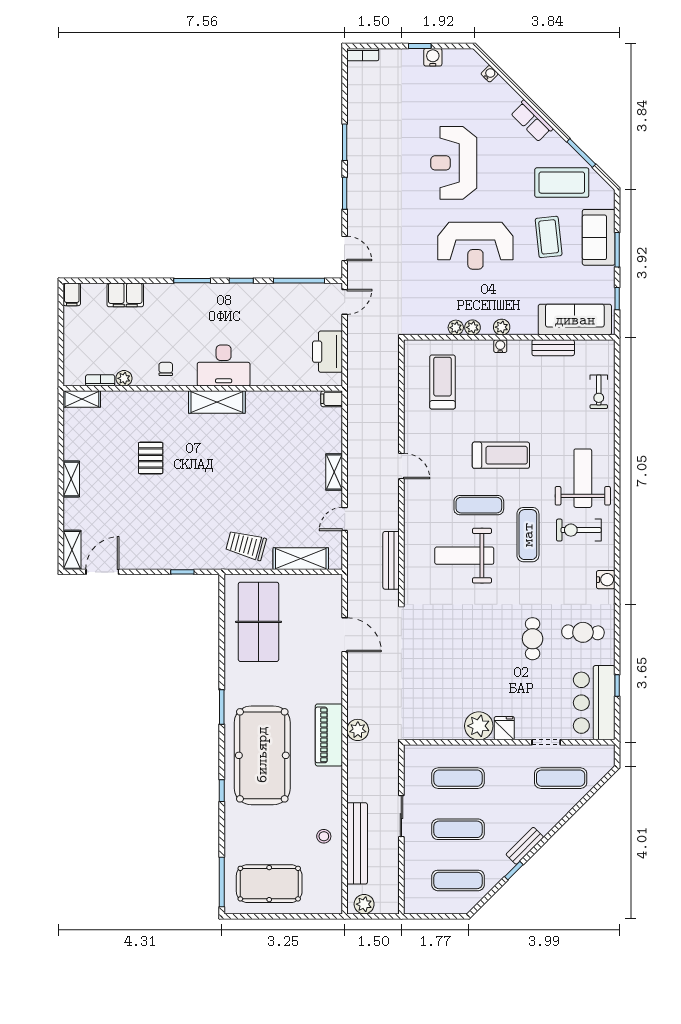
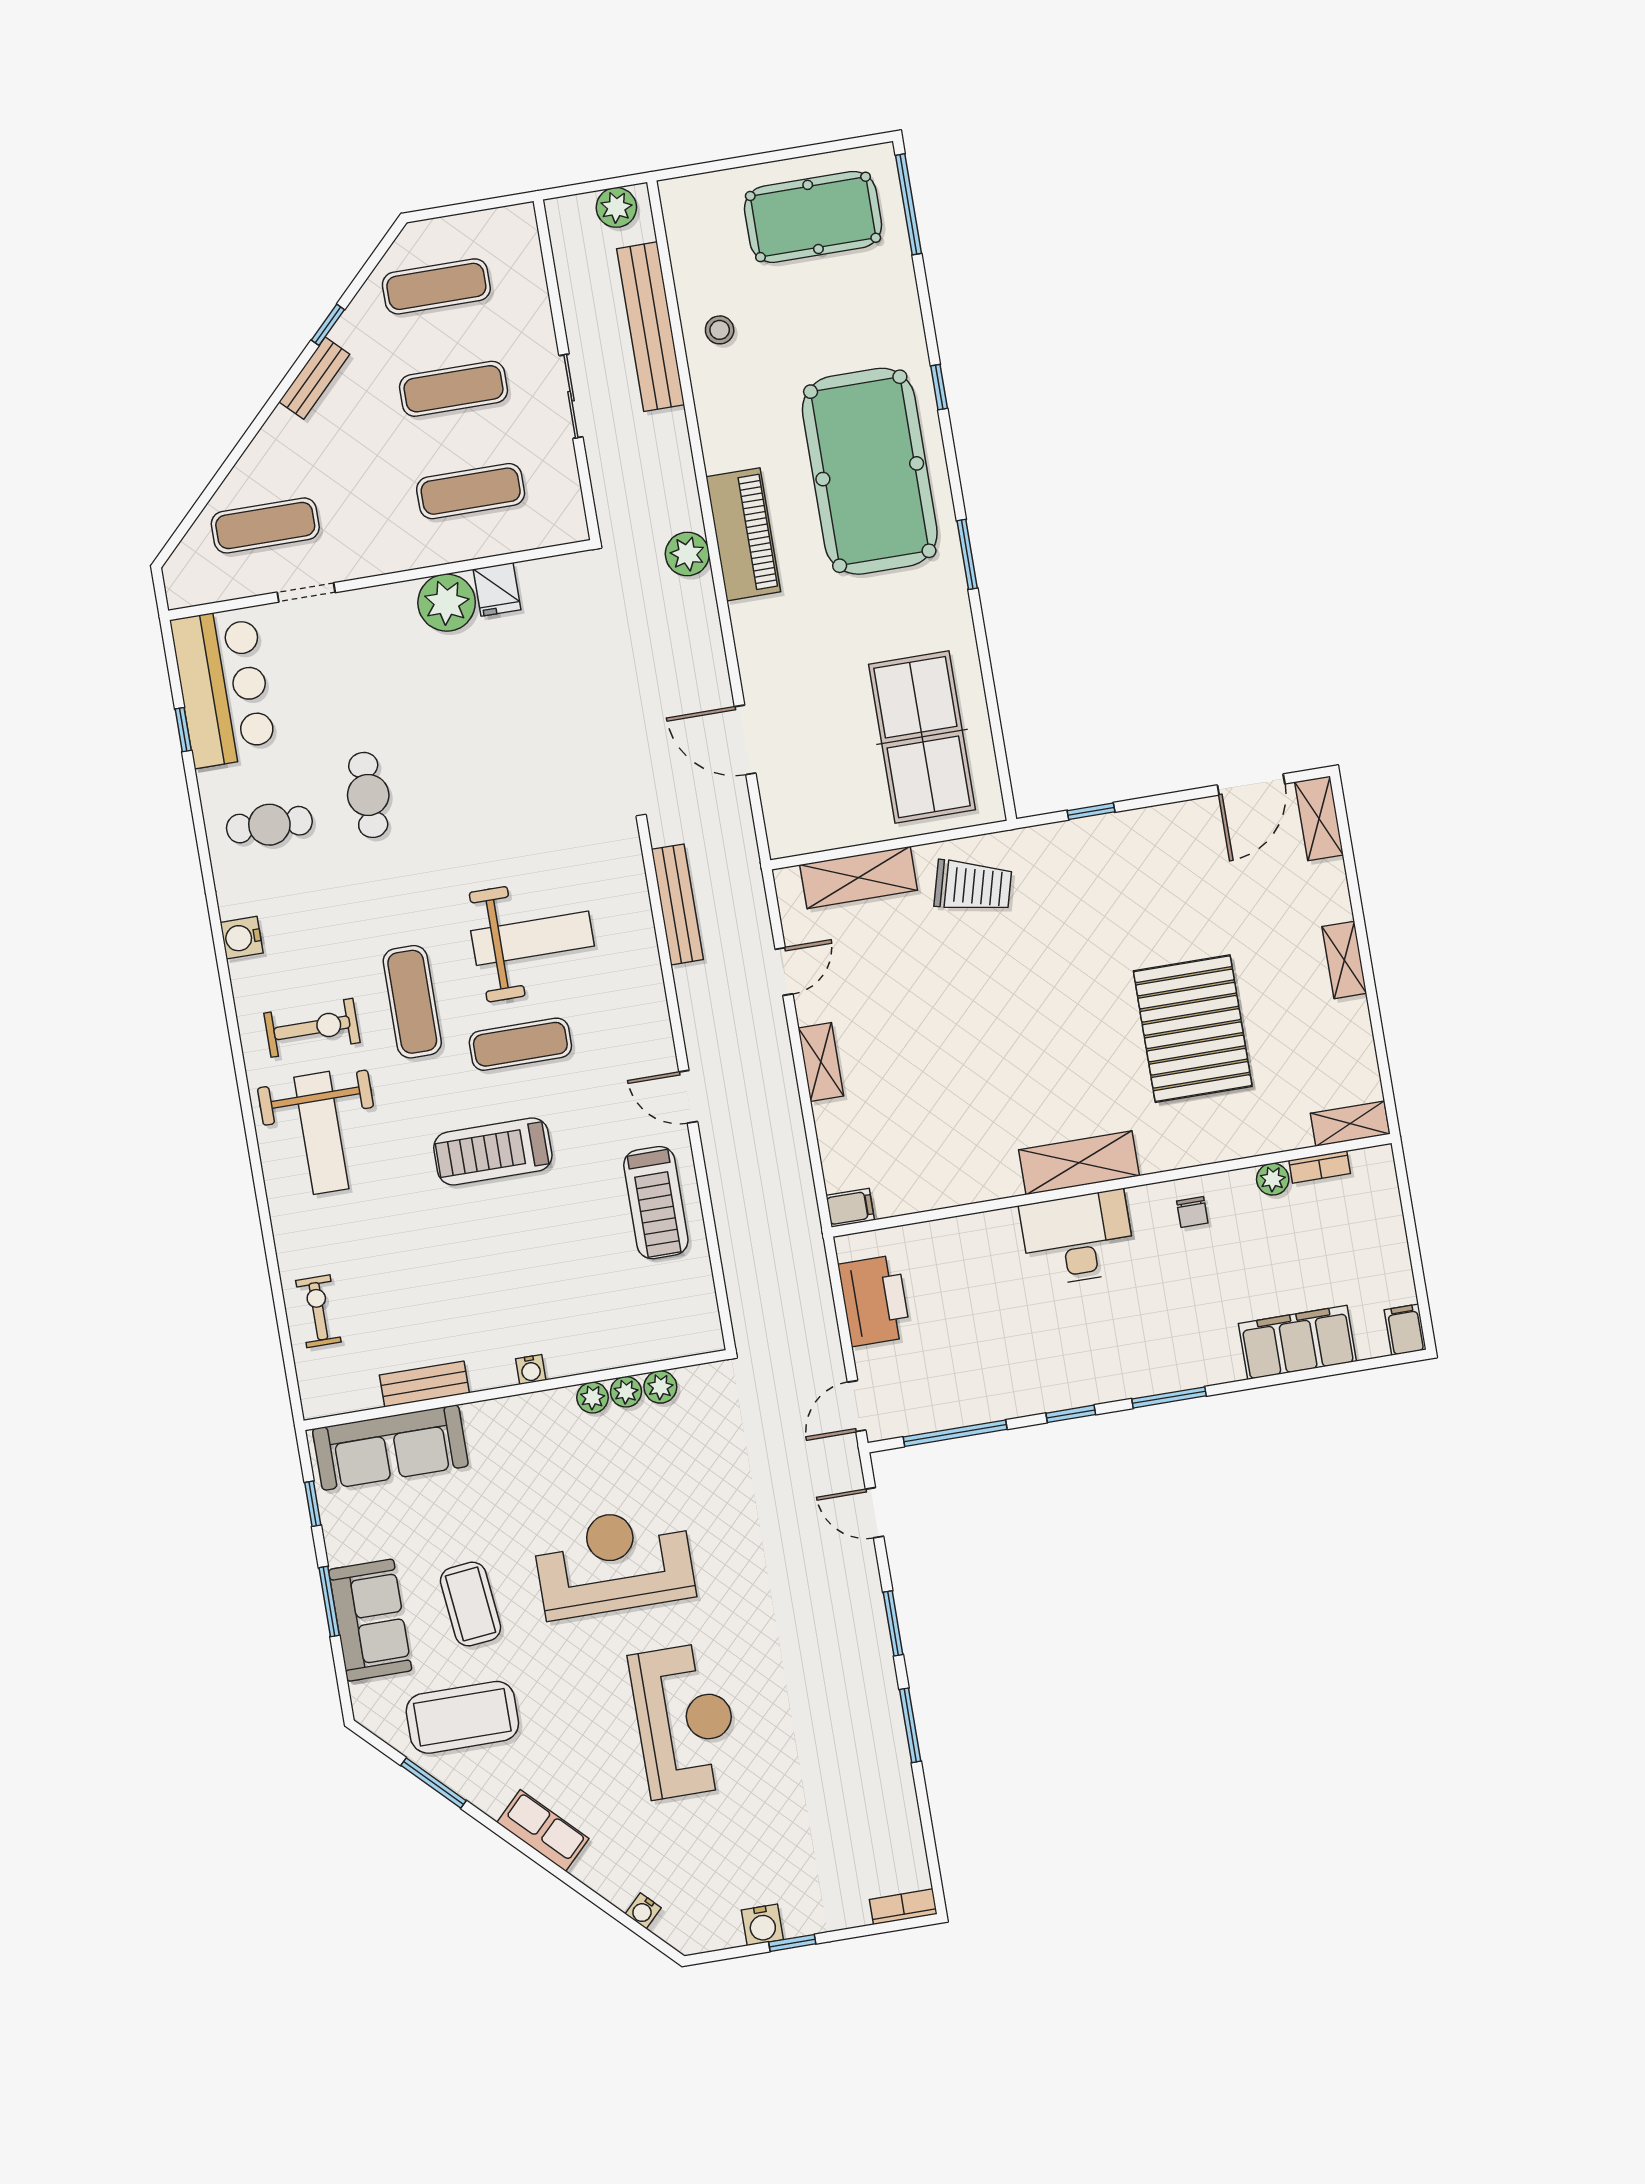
filing cabinet: (125, 295) -> (1297, 1342), width x1.50, depth x1.17
plant: (502, 327) -> (660, 1387), moved
treadmill: (443, 382) -> (656, 1203), moved
pallet: (151, 458) -> (1193, 1029), width x2.05, depth x2.00
fridge: (504, 728) -> (497, 589), moved

